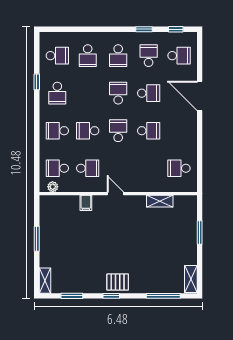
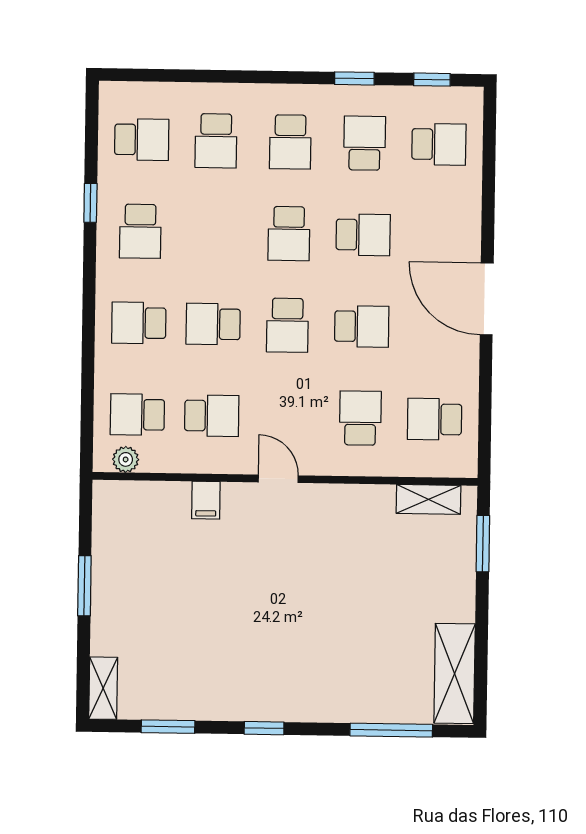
school desk: (118, 93) -> (289, 234), turned 180
door: (200, 96) -> (487, 299), moved
school desk: (118, 131) -> (287, 325), turned 180
school desk: (149, 168) -> (360, 418), added
shelving: (160, 201) -> (428, 499), moved
window: (200, 233) -> (483, 544), moved
shelving: (191, 279) -> (455, 673), width x1.50, depth x1.33
pallet: (118, 282) -> (280, 694), removed

